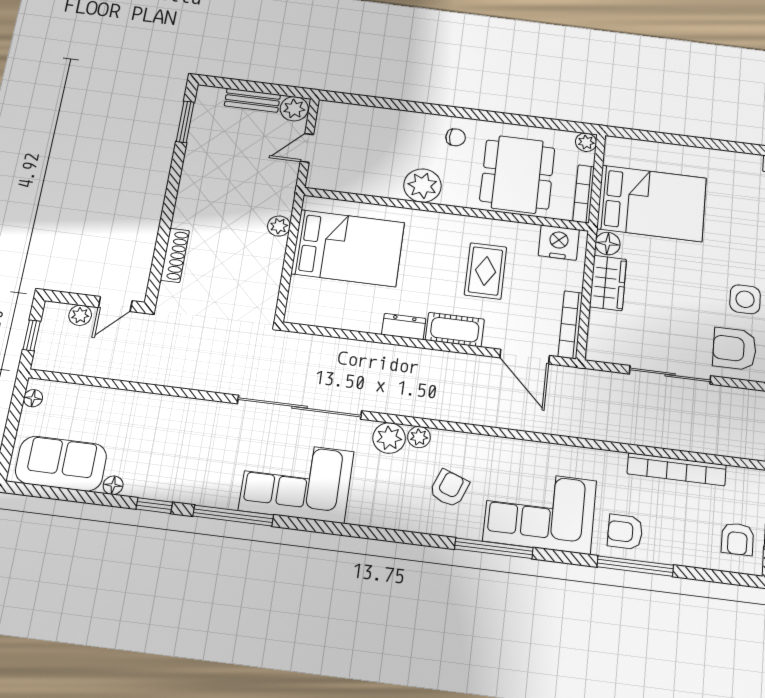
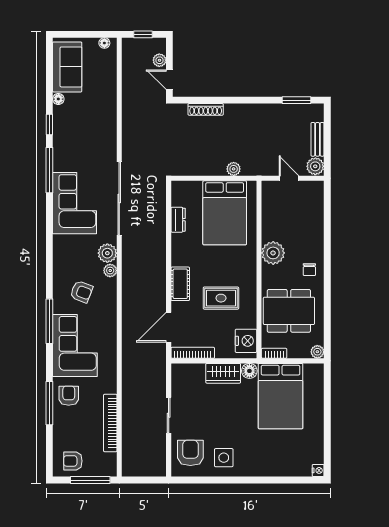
bookcase: (584, 194) -> (274, 353), width x0.64
dresser: (404, 327) -> (178, 220), moved
sliding door: (670, 375) -> (169, 415), width x0.73

